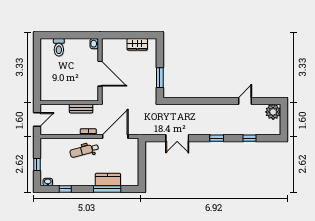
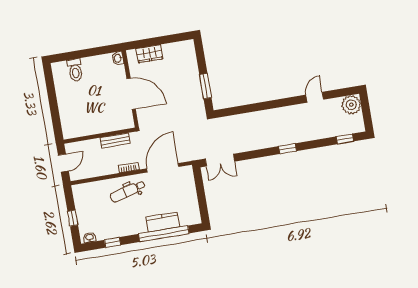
wardrobe: (137, 44) -> (150, 54), moved
double door: (177, 138) -> (220, 160), moved
window: (250, 138) -> (345, 139), moved
window: (107, 189) -> (164, 234), width x1.46

